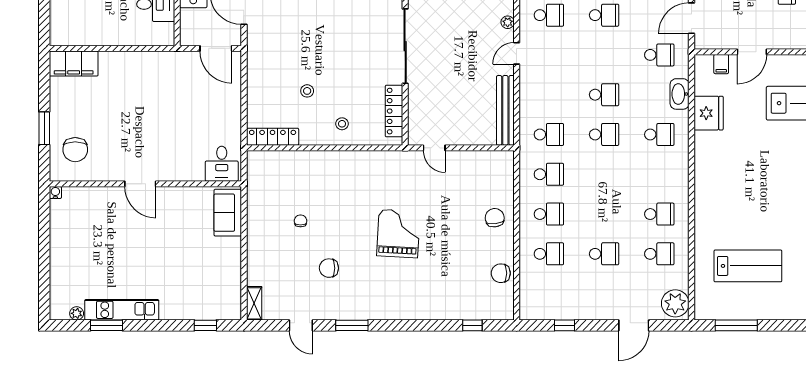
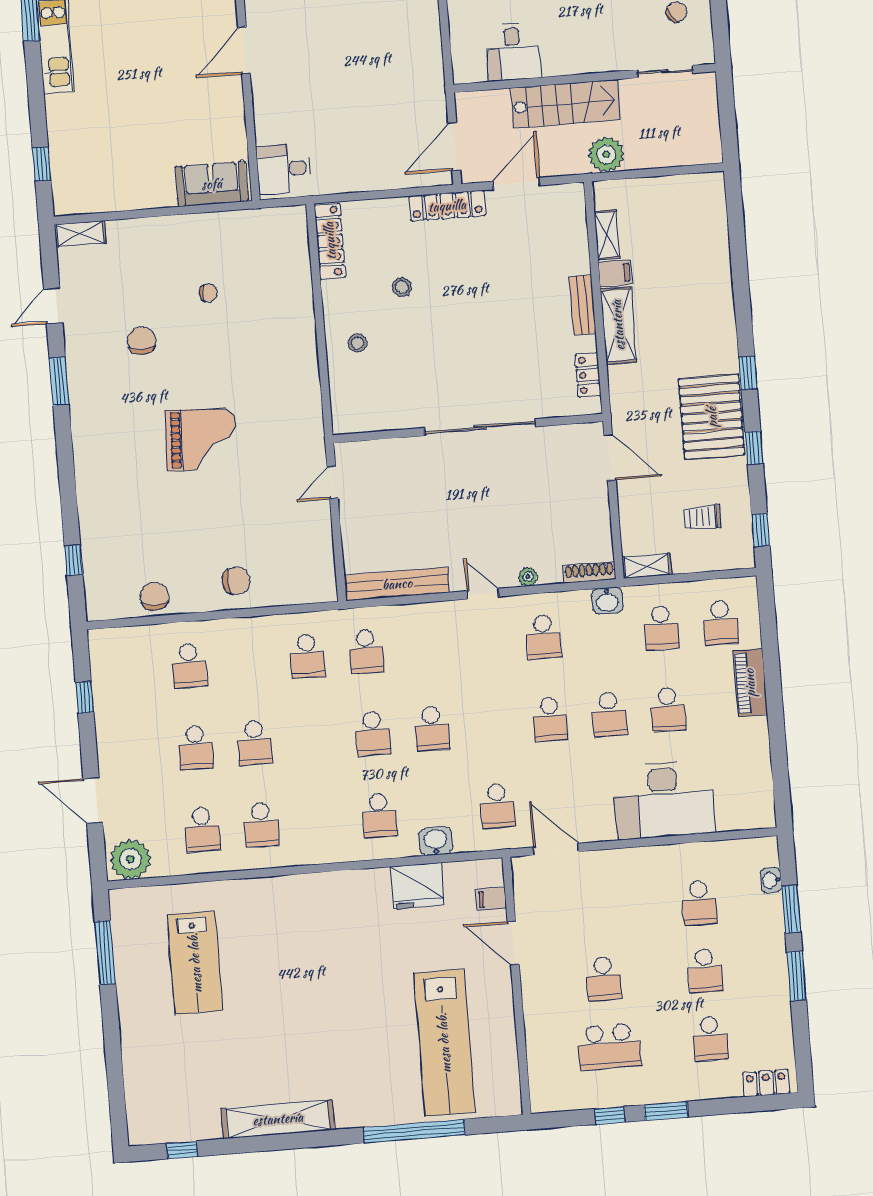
washbasin: (680, 94) -> (436, 841), width x0.72
locker: (394, 111) -> (447, 206), moved, turned 180
school desk: (549, 214) -> (255, 743), moved

